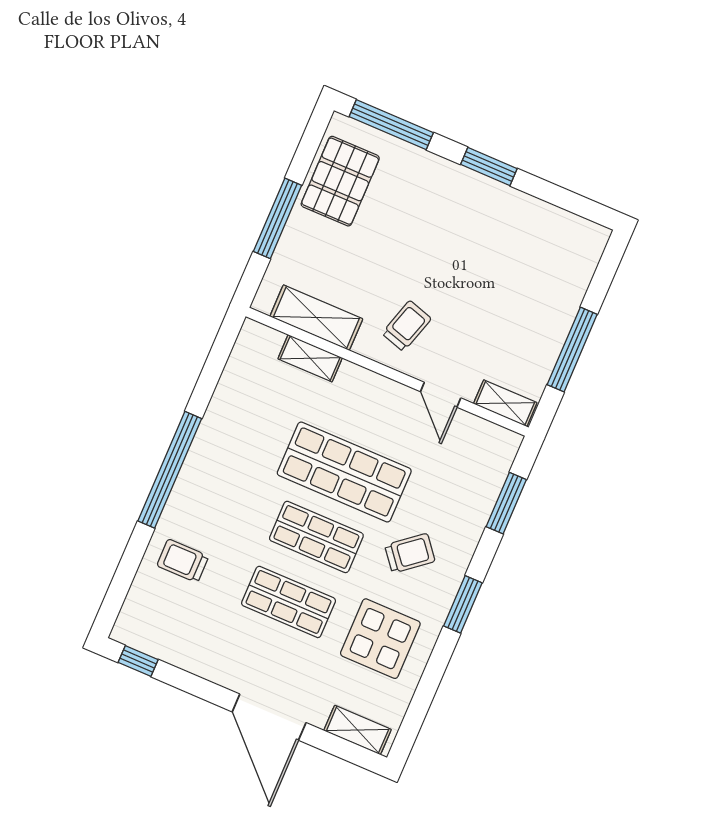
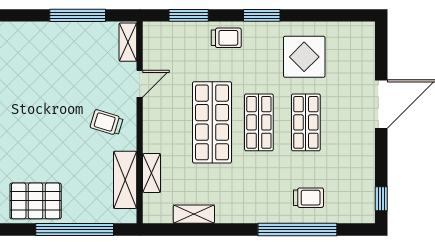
window: (278, 218) -> (75, 229), width x1.46
window: (170, 470) -> (297, 229), moved
trolley: (410, 553) -> (226, 38), moved, turned 129
trolley: (183, 561) -> (309, 198), turned -90
shelving: (358, 730) -> (194, 214), moved, turned 90

